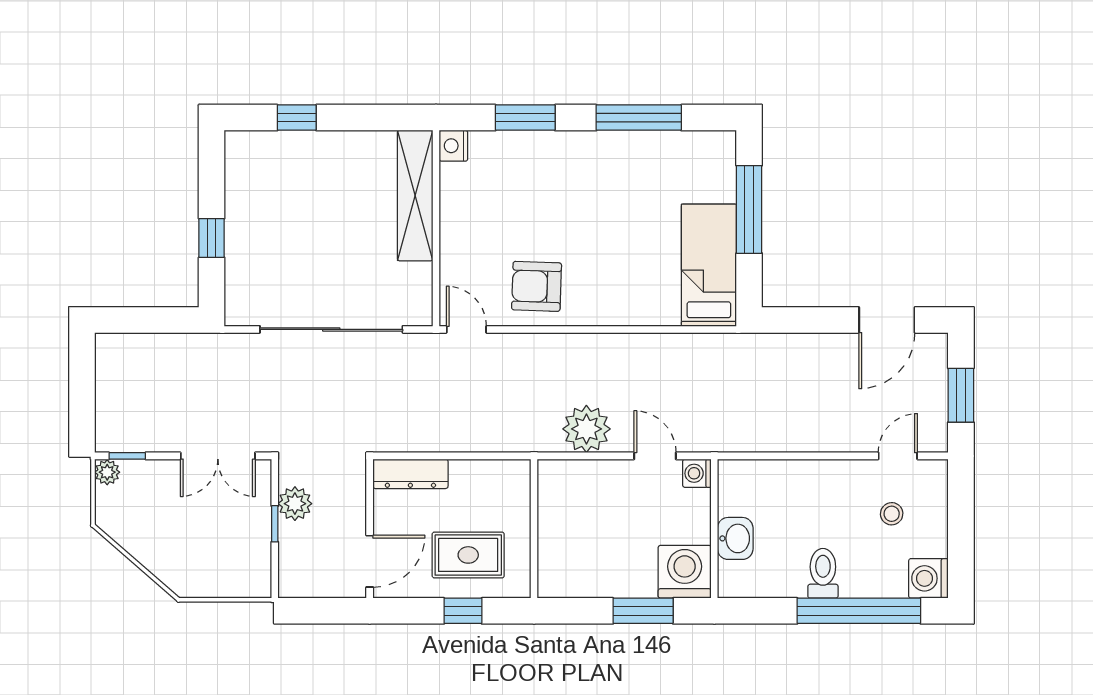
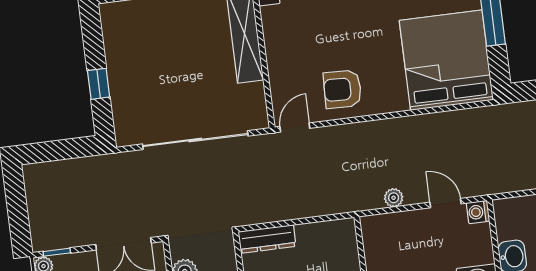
bed: (709, 265) -> (446, 60), width x2.04
door: (466, 329) -> (295, 127), hinge flipped
plant: (586, 429) -> (394, 198), width x0.53, depth x0.53

